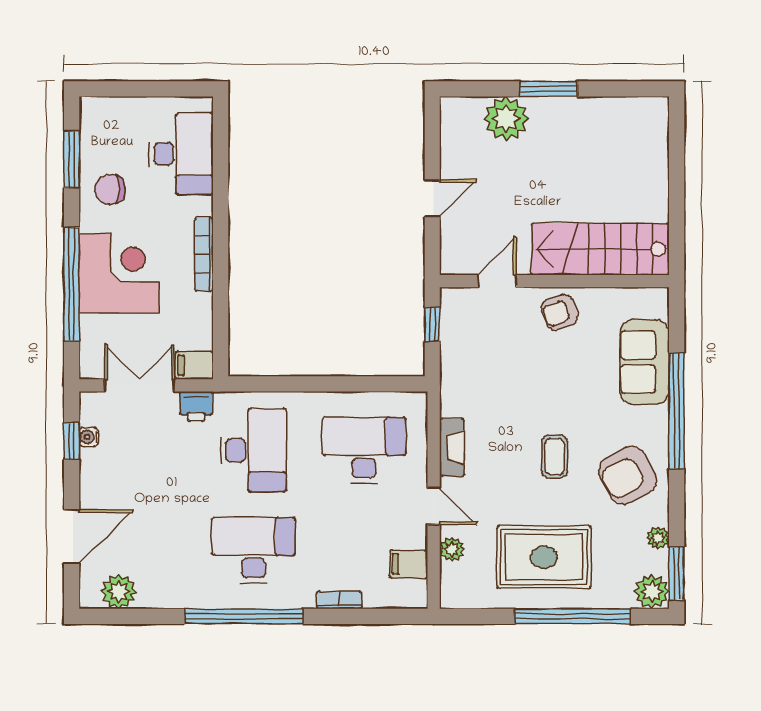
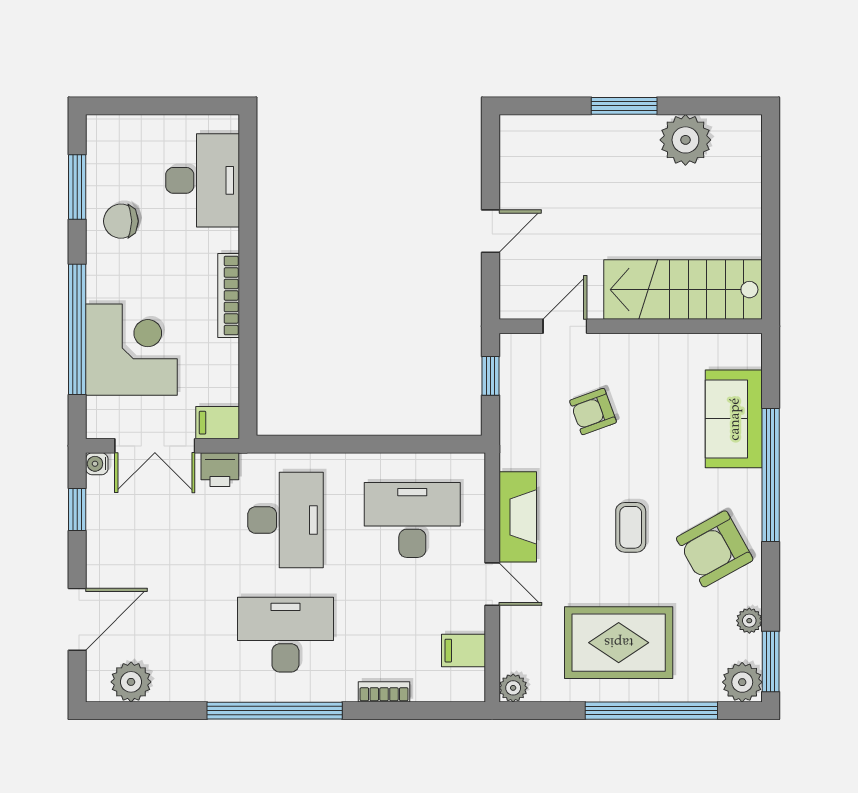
plant: (506, 119) -> (685, 140), moved
corner desk: (119, 274) -> (131, 350), moved
armchair: (560, 312) -> (593, 412), moved
double door: (139, 385) -> (155, 446), swing flipped
water cooler: (89, 437) -> (97, 464), moved
fireplace: (452, 447) -> (518, 517), width x1.37, depth x1.32
plant: (452, 549) -> (513, 688), moved

